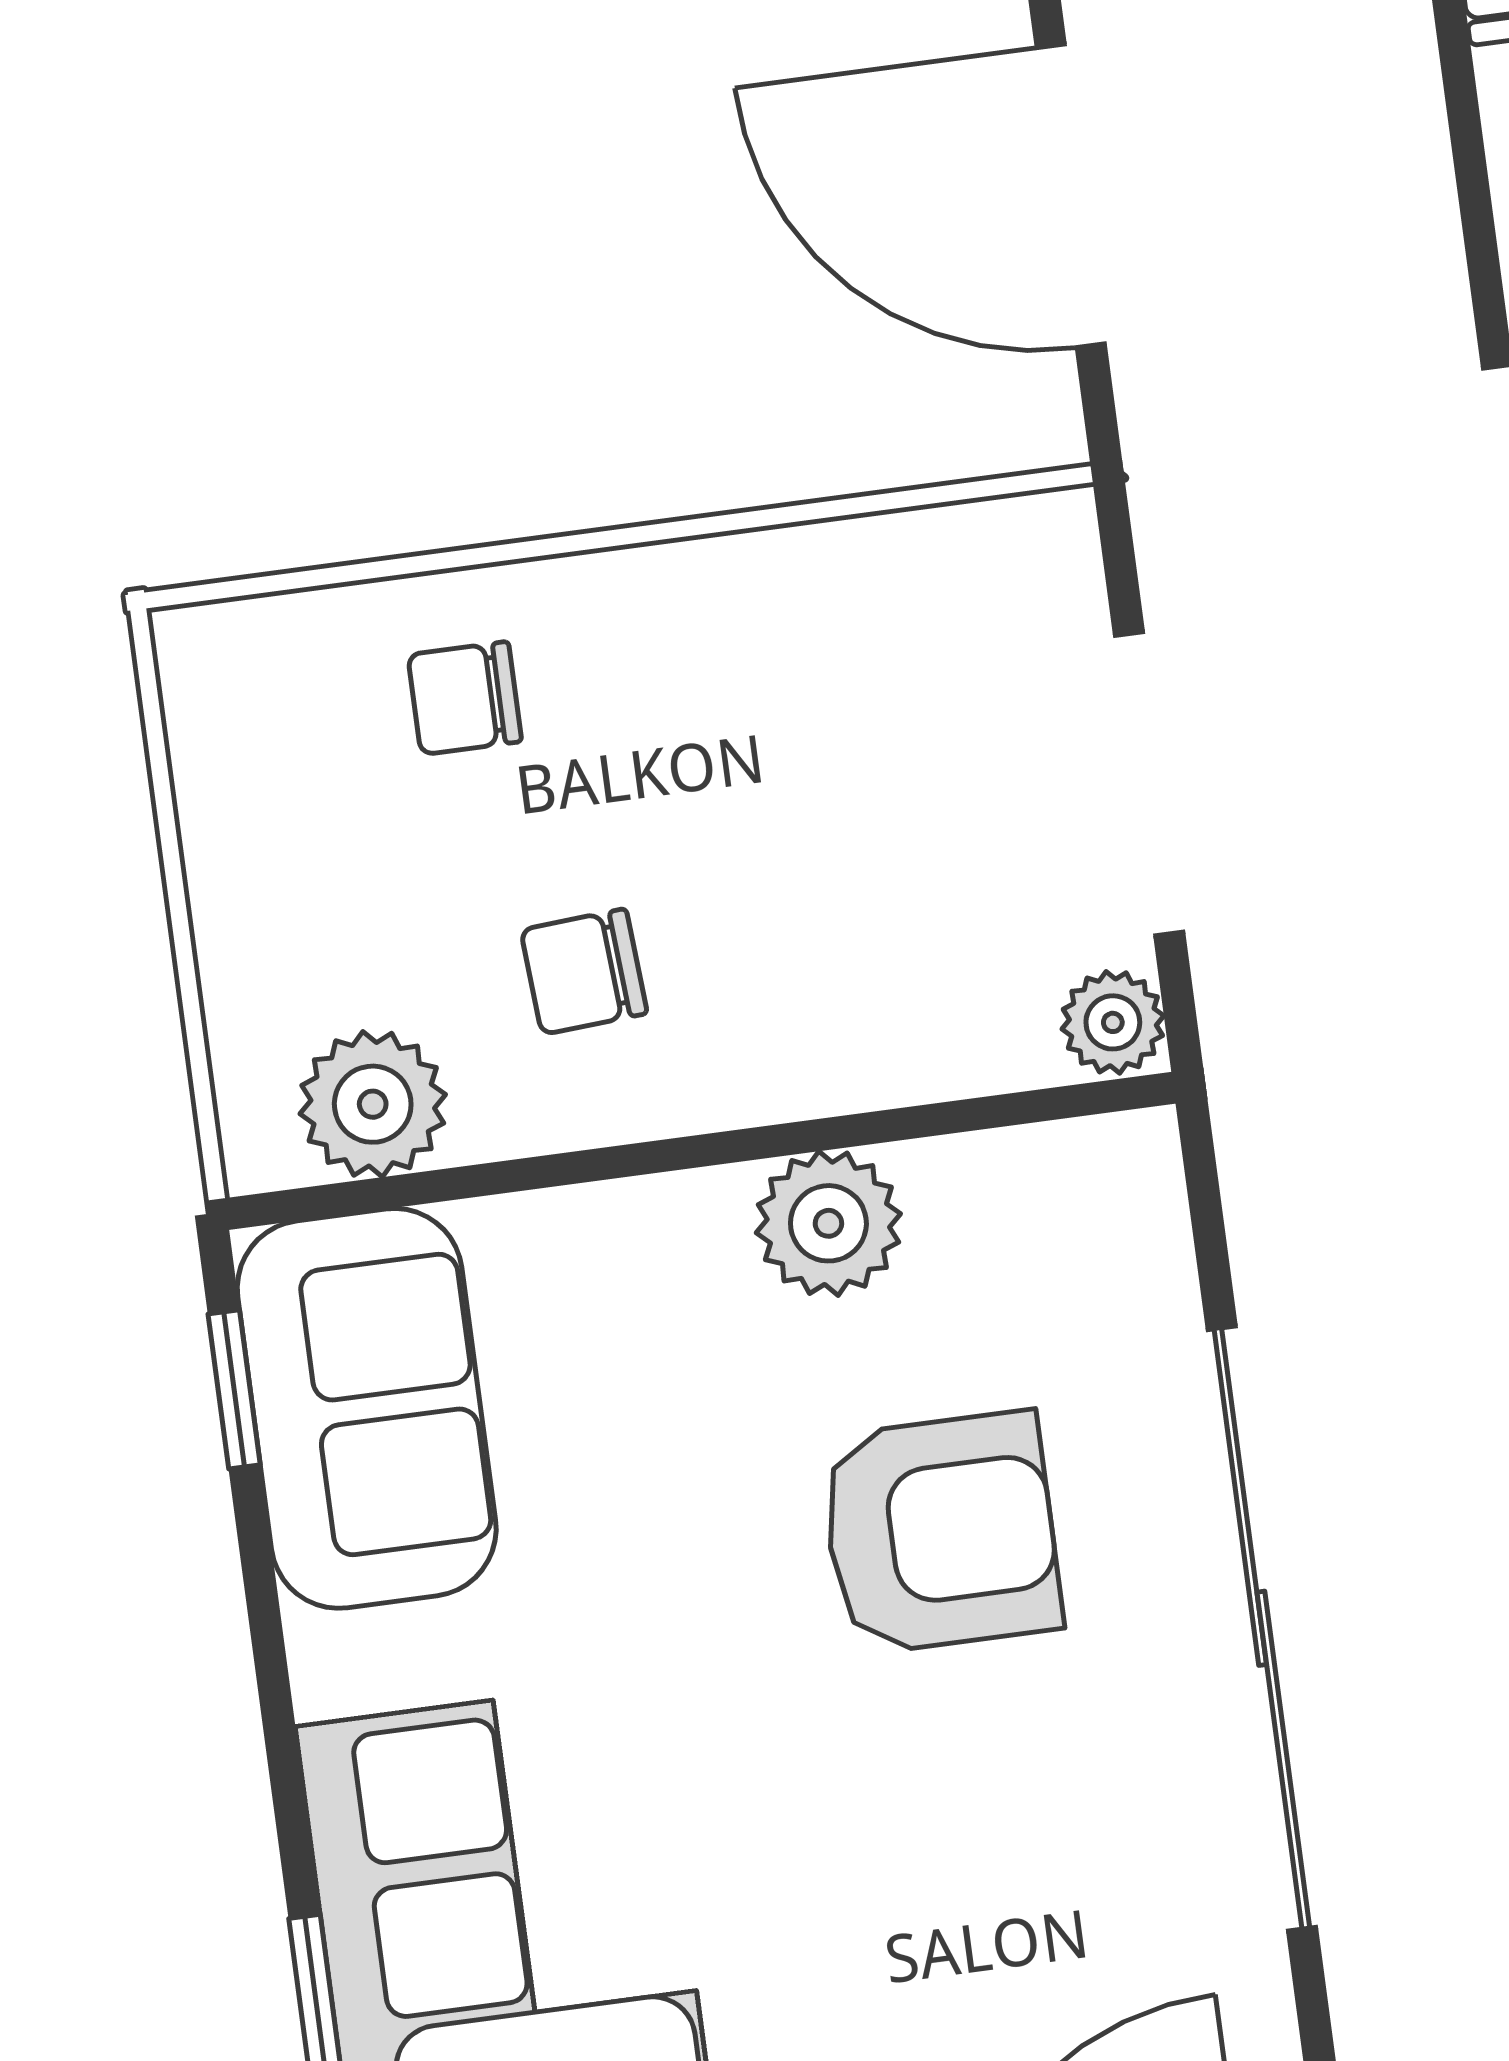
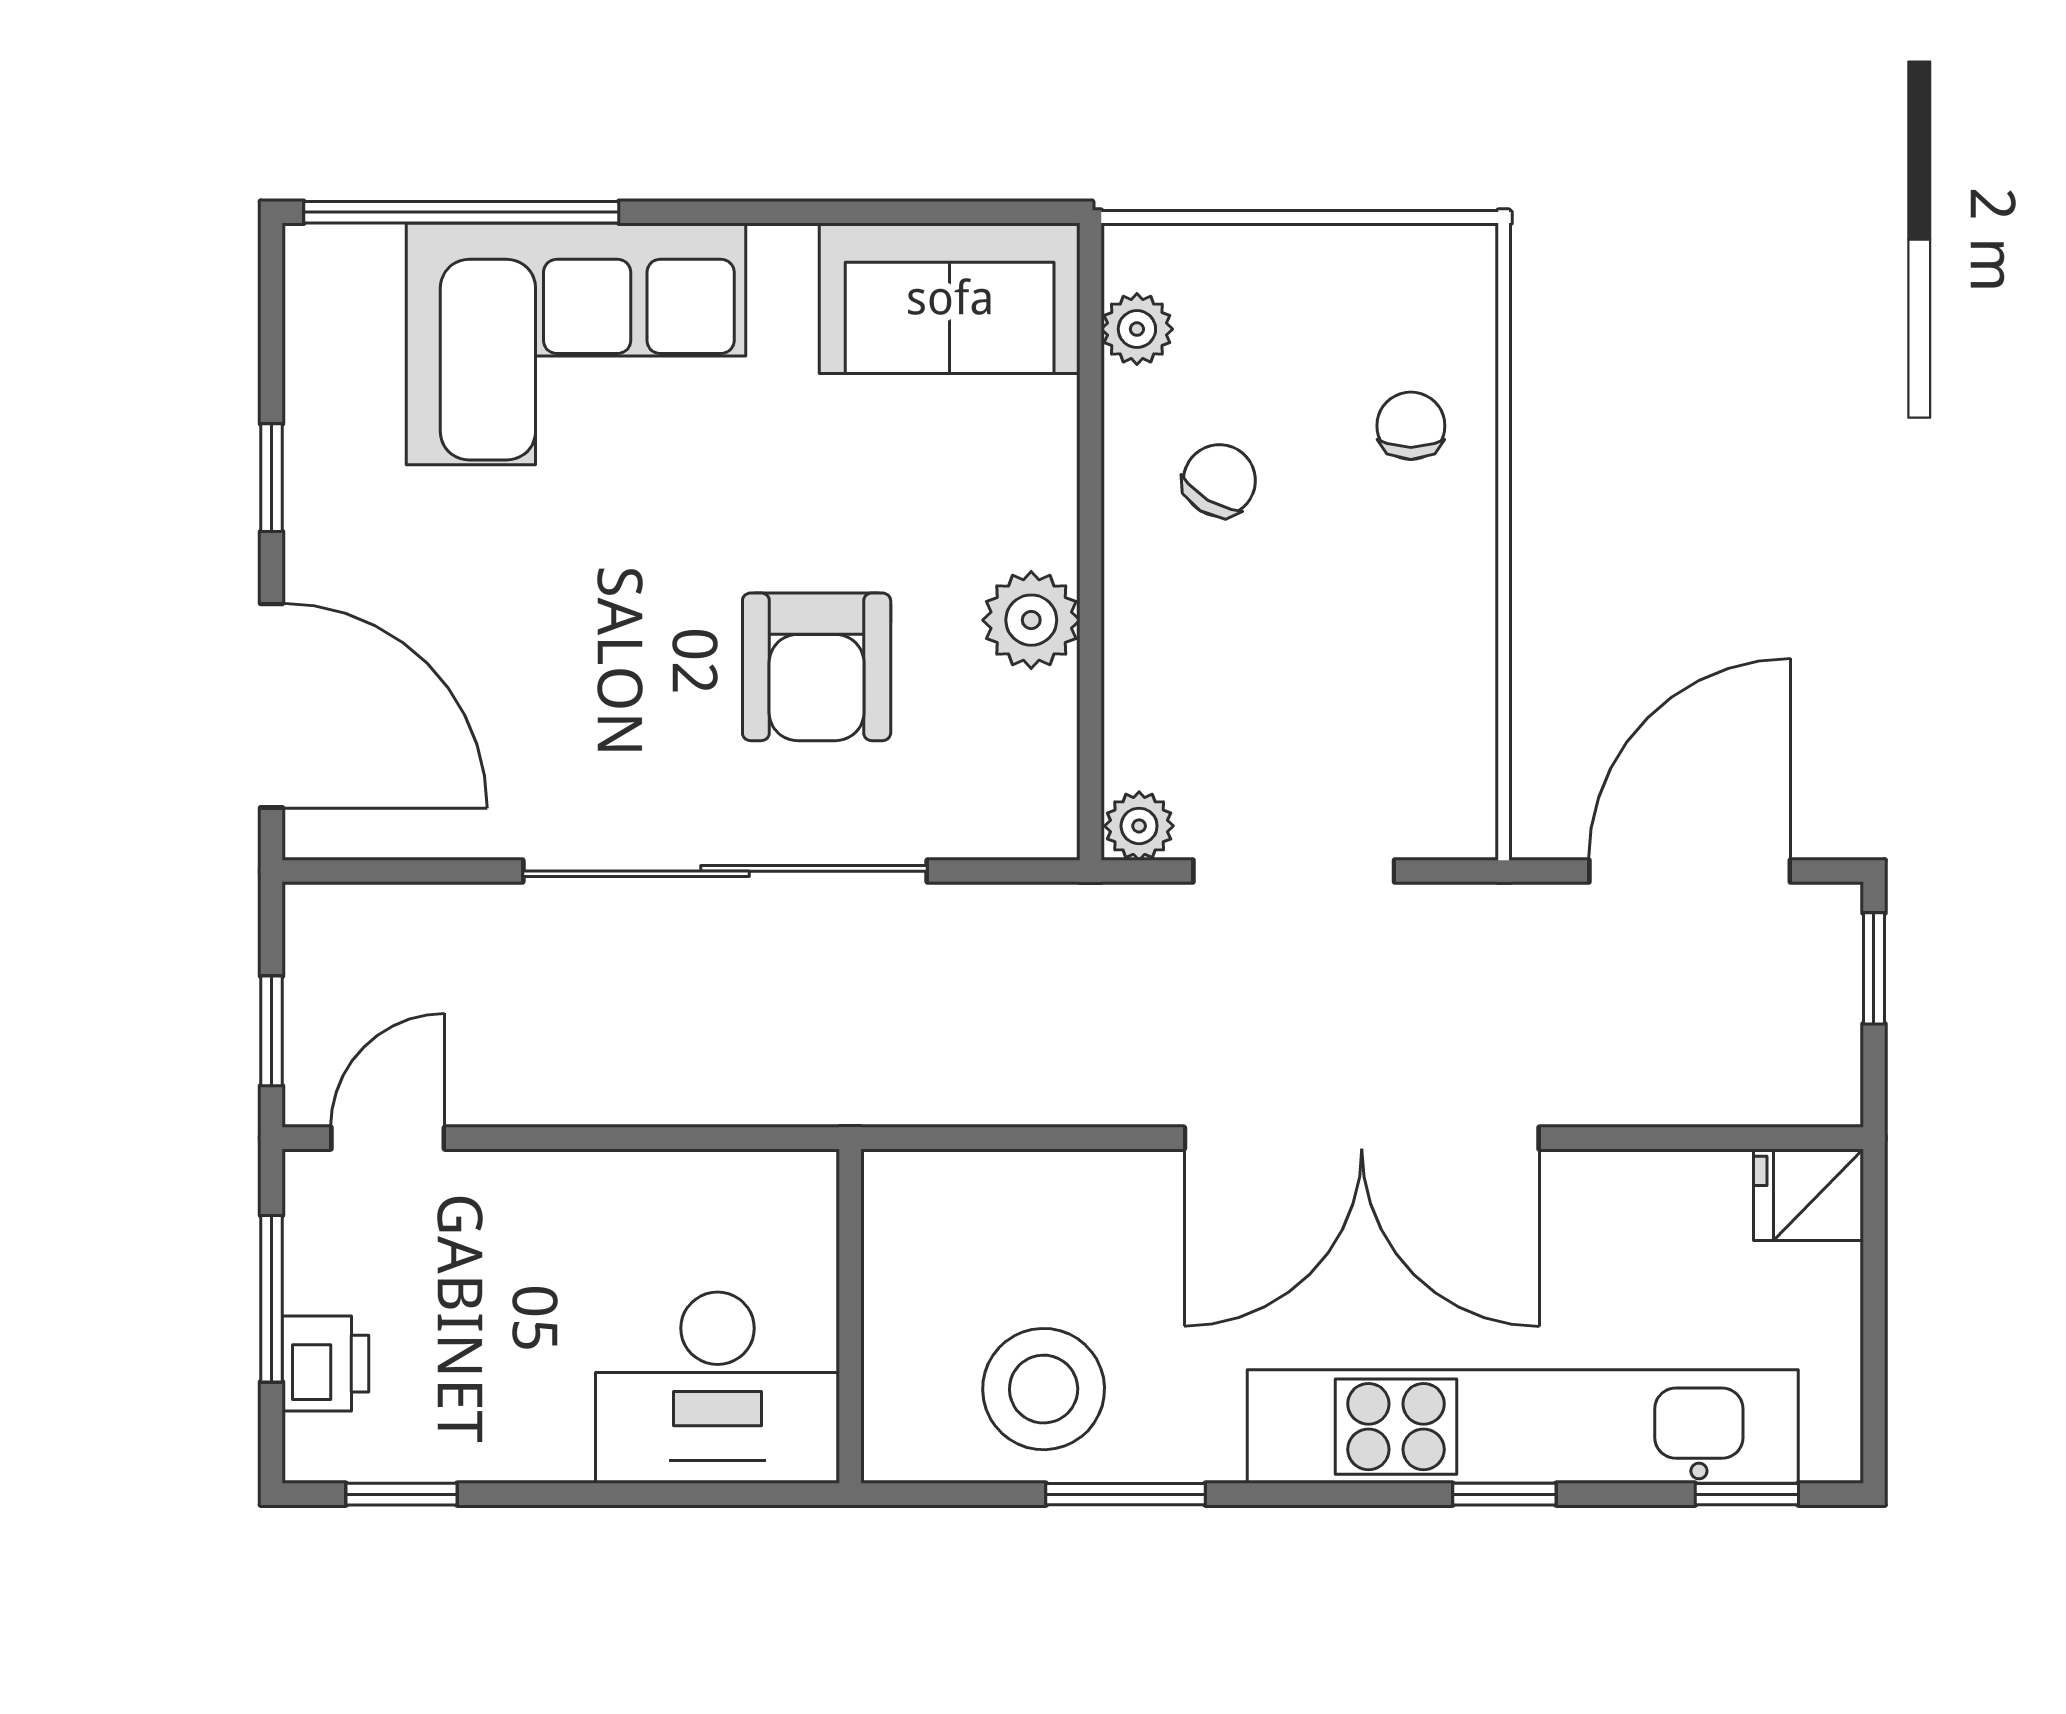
chair: (584, 972) -> (1219, 480), turned 35
plant: (373, 1104) -> (1137, 329), width x0.73, depth x0.73
window: (234, 1389) -> (974, 212), removed

